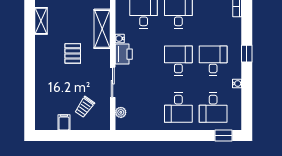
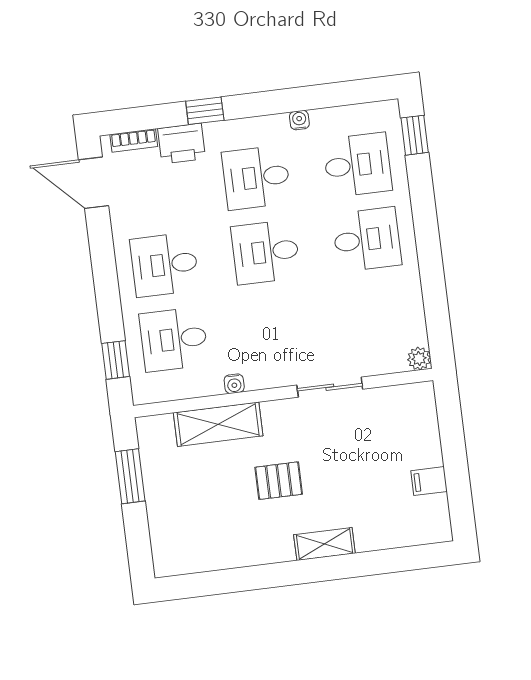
shelving: (41, 21) -> (324, 544), moved
printer: (124, 54) -> (182, 144), moved, turned 180
window: (247, 54) -> (205, 111), moved
trolley: (85, 107) -> (390, 441), removed
plant: (121, 112) -> (419, 359), moved

